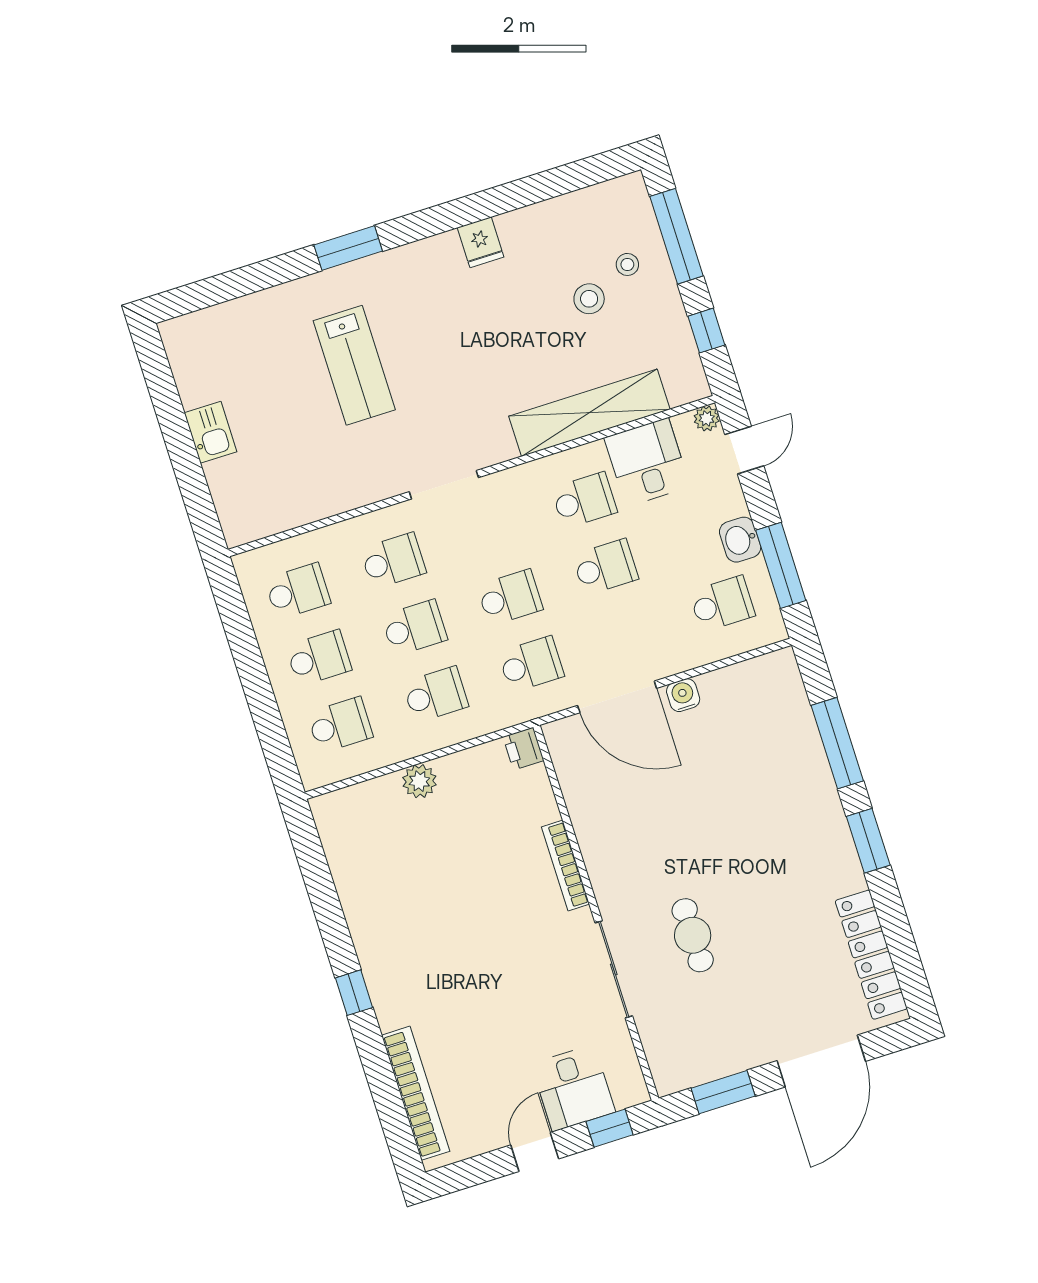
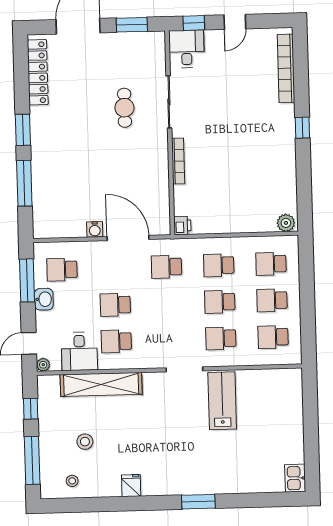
stool: (627, 264) -> (72, 481), moved
lab bench: (354, 365) -> (222, 401), moved
kitchen sink: (211, 432) -> (295, 478), moved
school desk: (510, 597) -> (168, 303), removed
plant: (419, 781) -> (286, 223), moved
desk: (573, 1088) -> (187, 49), moved

